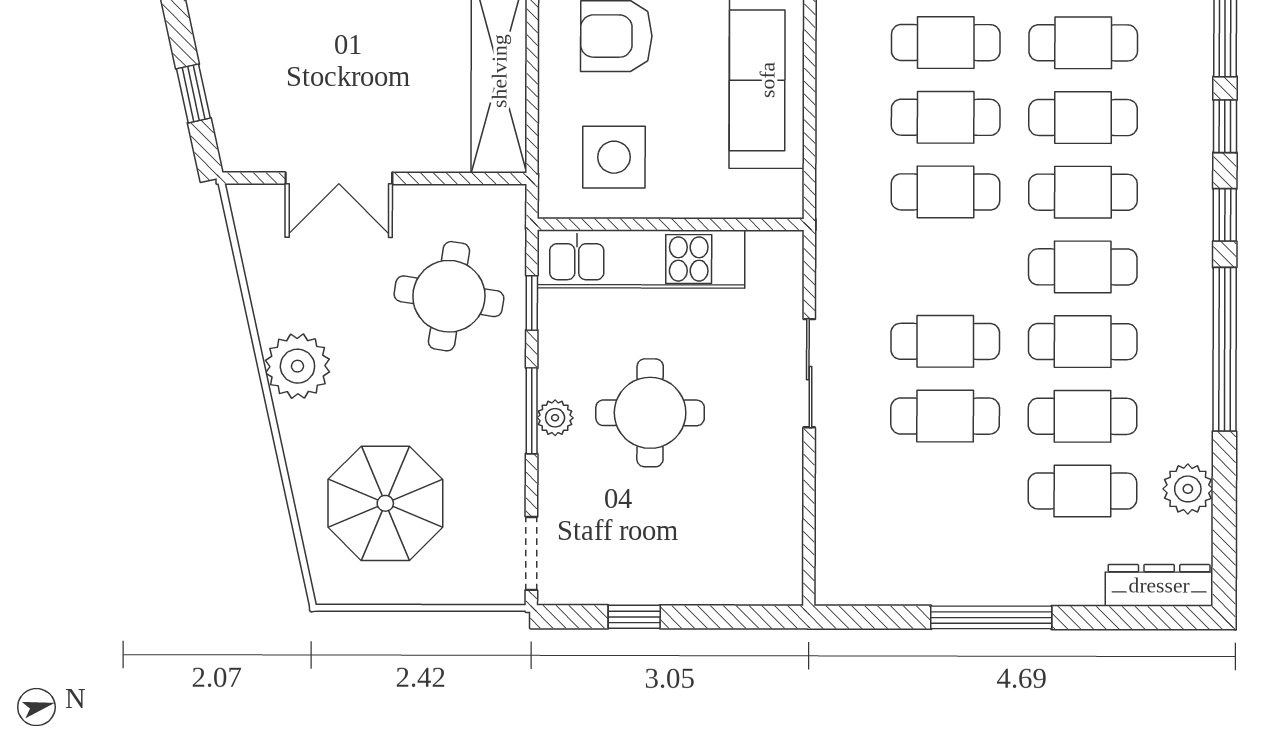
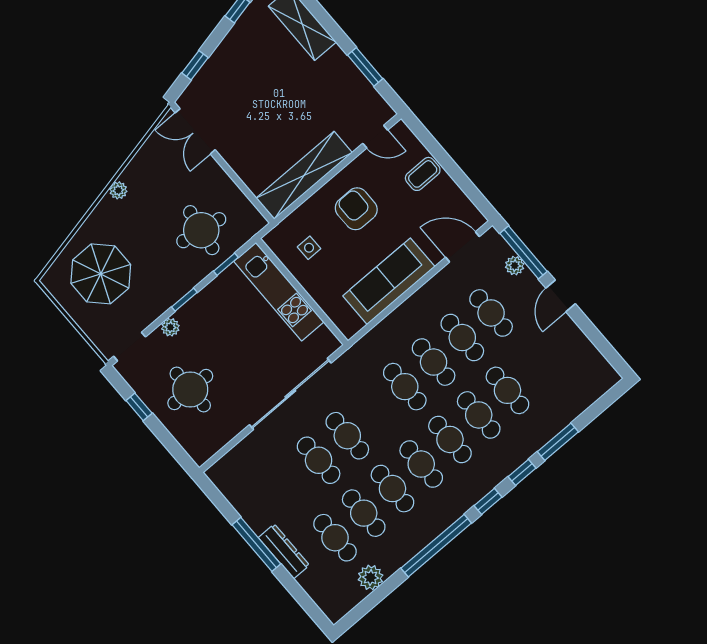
side table: (614, 157) -> (309, 248), width x0.54, depth x0.54
double door: (339, 178) -> (195, 131), moved
plant: (297, 366) -> (118, 190), width x0.53, depth x0.53
sliding door: (809, 373) -> (290, 394), width x1.86
window: (532, 411) -> (184, 300), width x0.67
round table: (650, 413) -> (190, 390), moved
plant: (555, 418) -> (170, 327), moved
dresser: (1159, 585) -> (284, 551), moved

